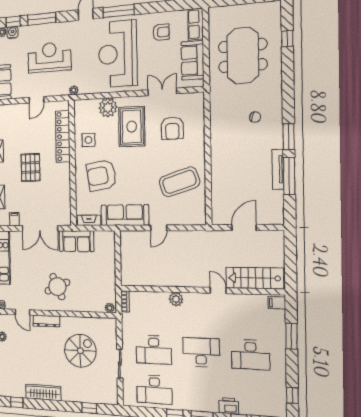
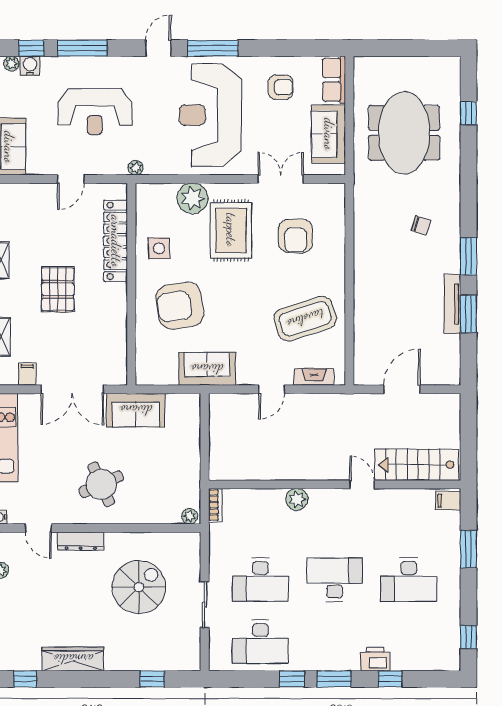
reception desk: (49, 57) -> (95, 112), turned 180
window: (289, 176) -> (468, 314), width x0.69
sofa: (125, 215) -> (207, 369), width x0.73
fireplace: (89, 220) -> (314, 377), moved

